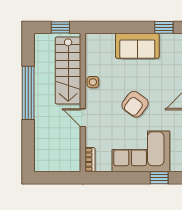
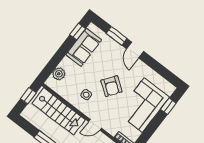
plant: (106, 41) -> (59, 74), added
sofa: (137, 46) -> (84, 47), moved
side table: (93, 82) -> (86, 95), moved

